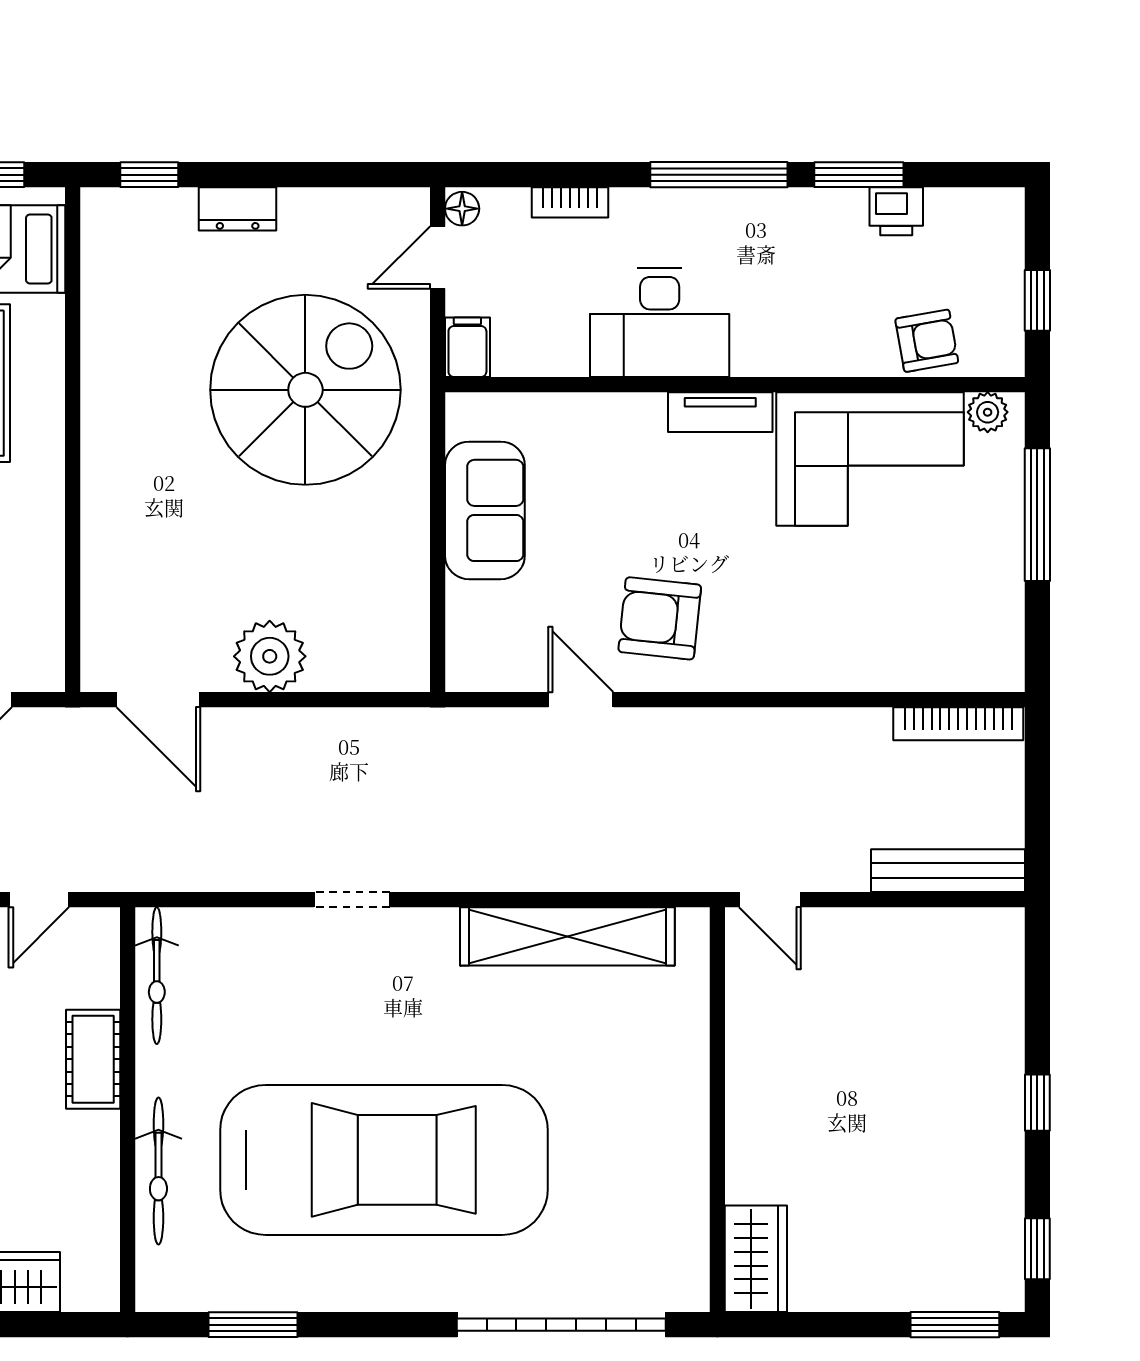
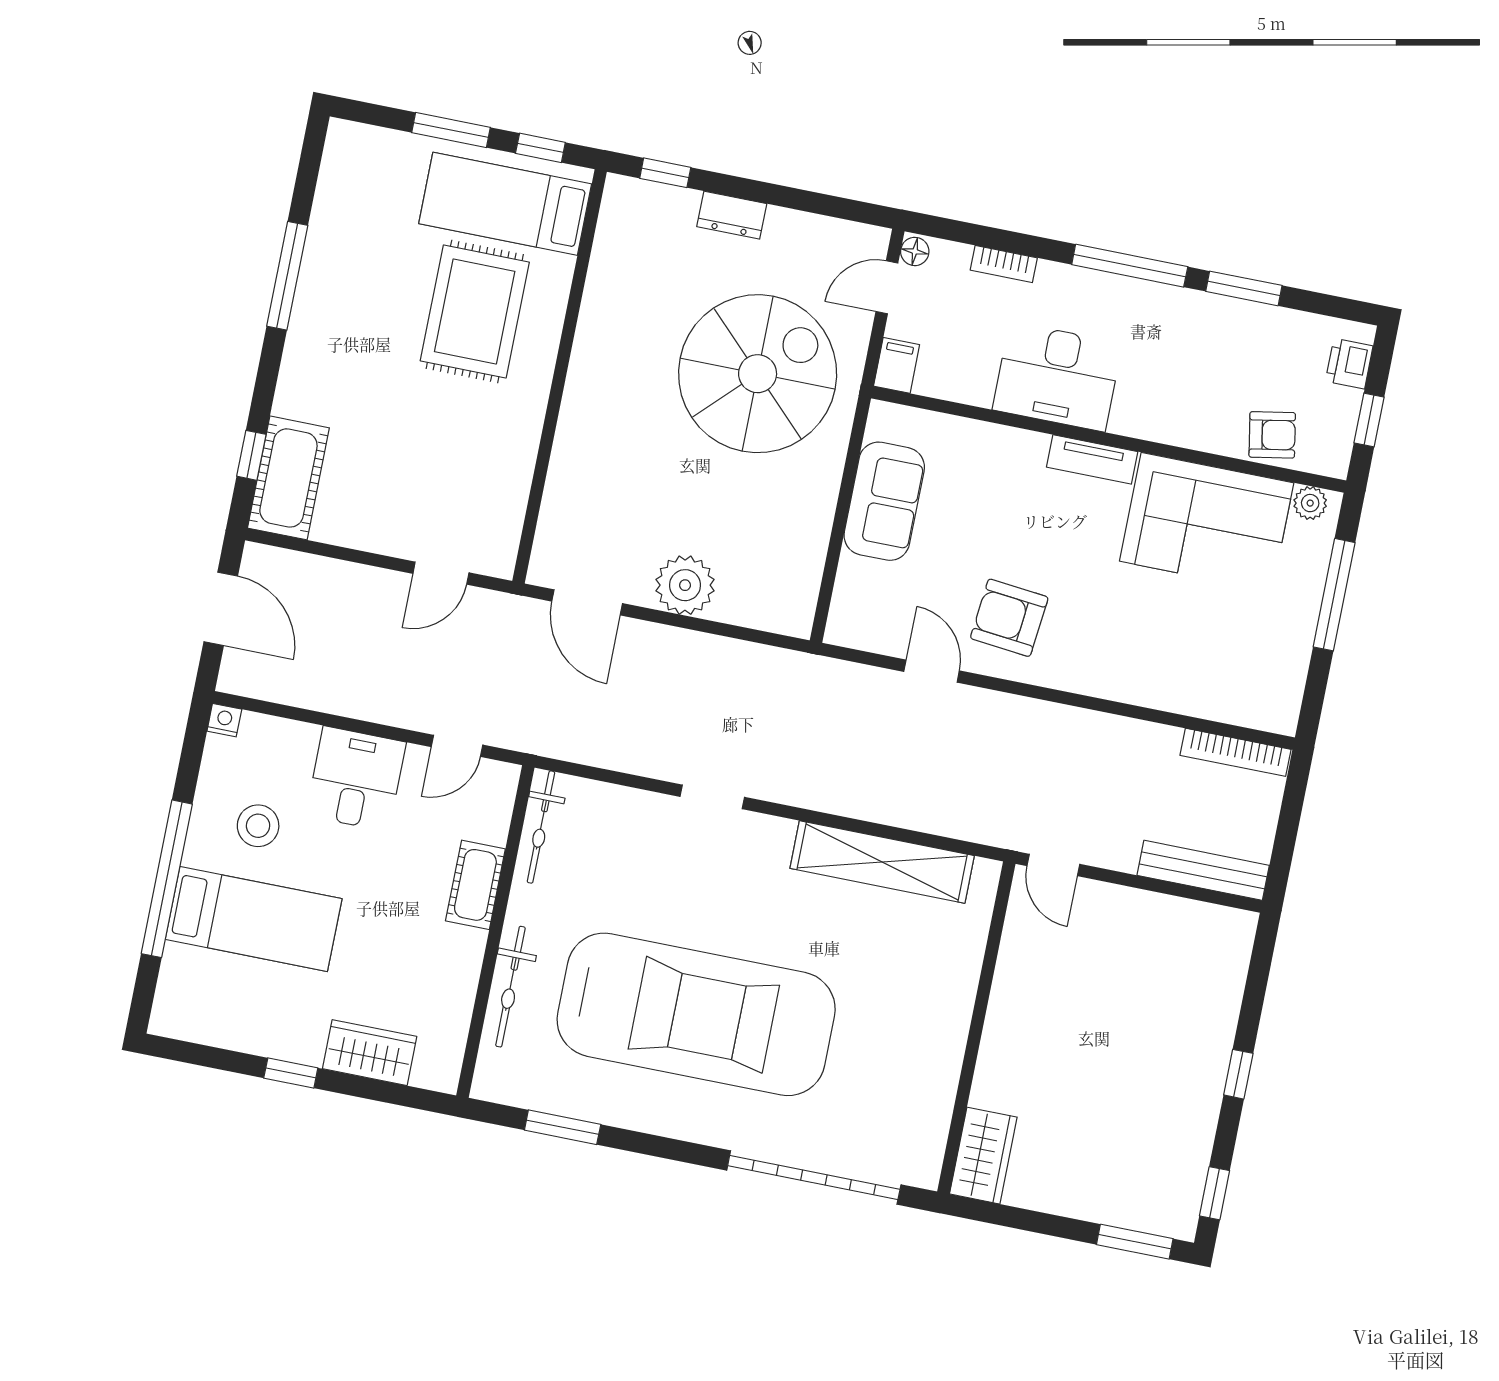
printer: (896, 211) -> (1349, 364), moved, turned 90

